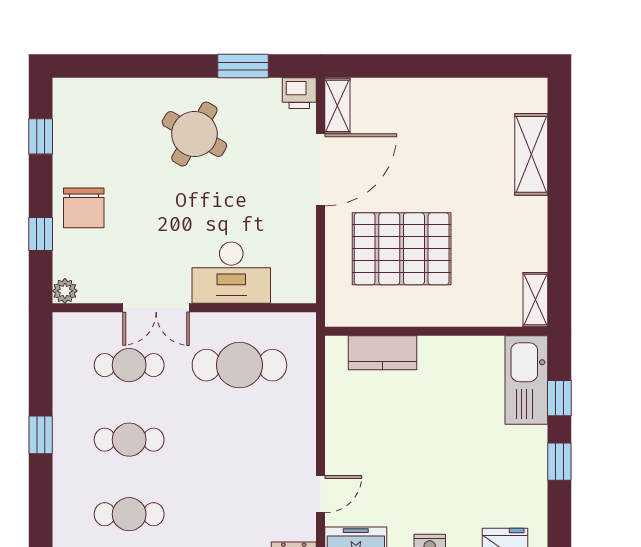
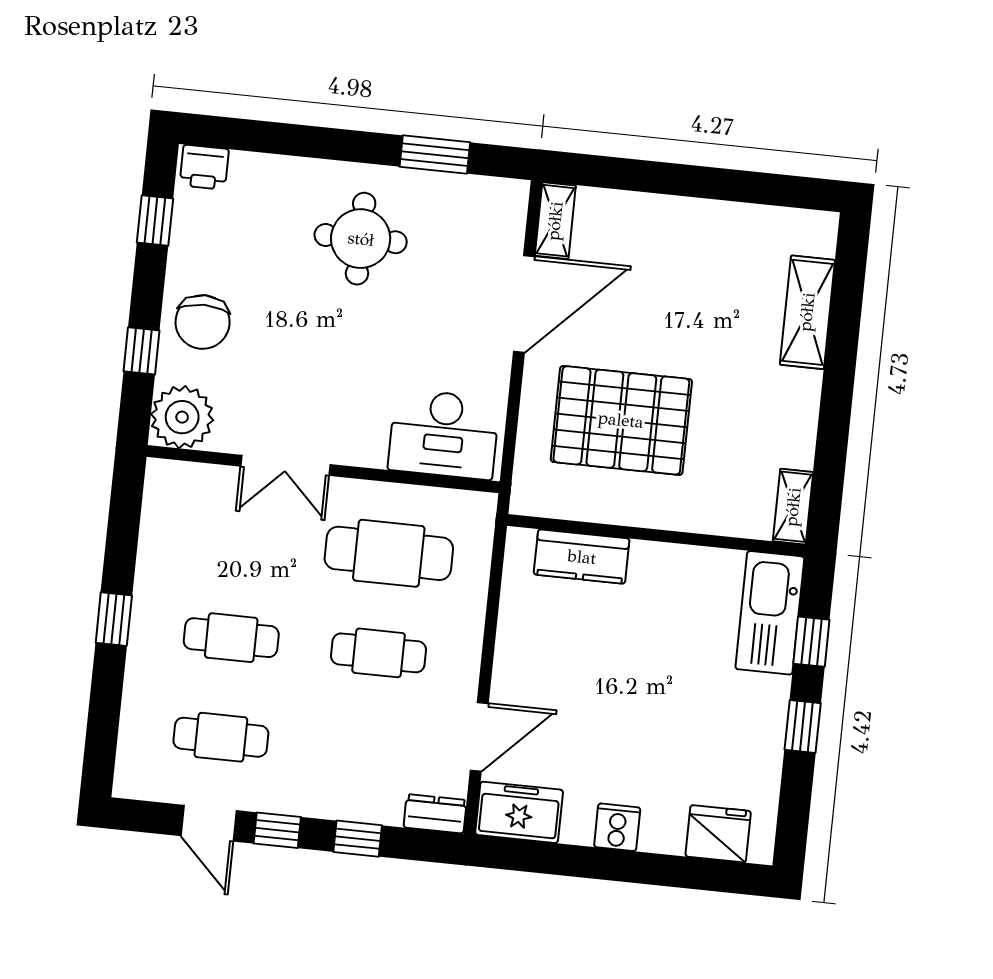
printer: (299, 93) -> (204, 167), moved
round table: (194, 134) -> (361, 239), turned -30
desk: (231, 273) -> (444, 434), moved
plant: (65, 291) -> (182, 417), width x1.87, depth x1.87
cafe table: (129, 365) -> (379, 653), moved
door: (321, 494) -> (479, 737), width x1.38

